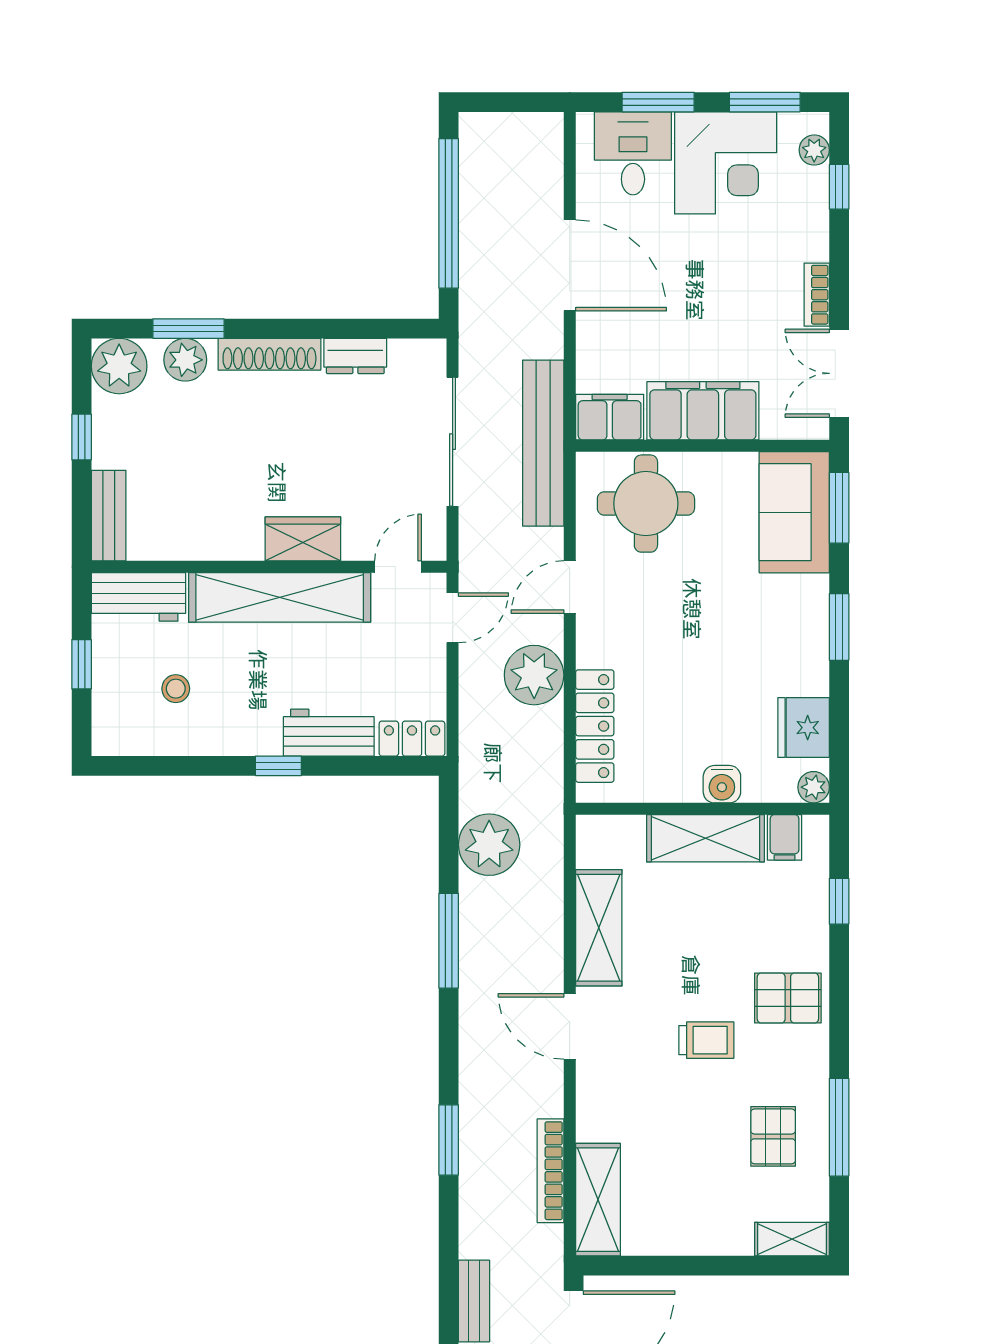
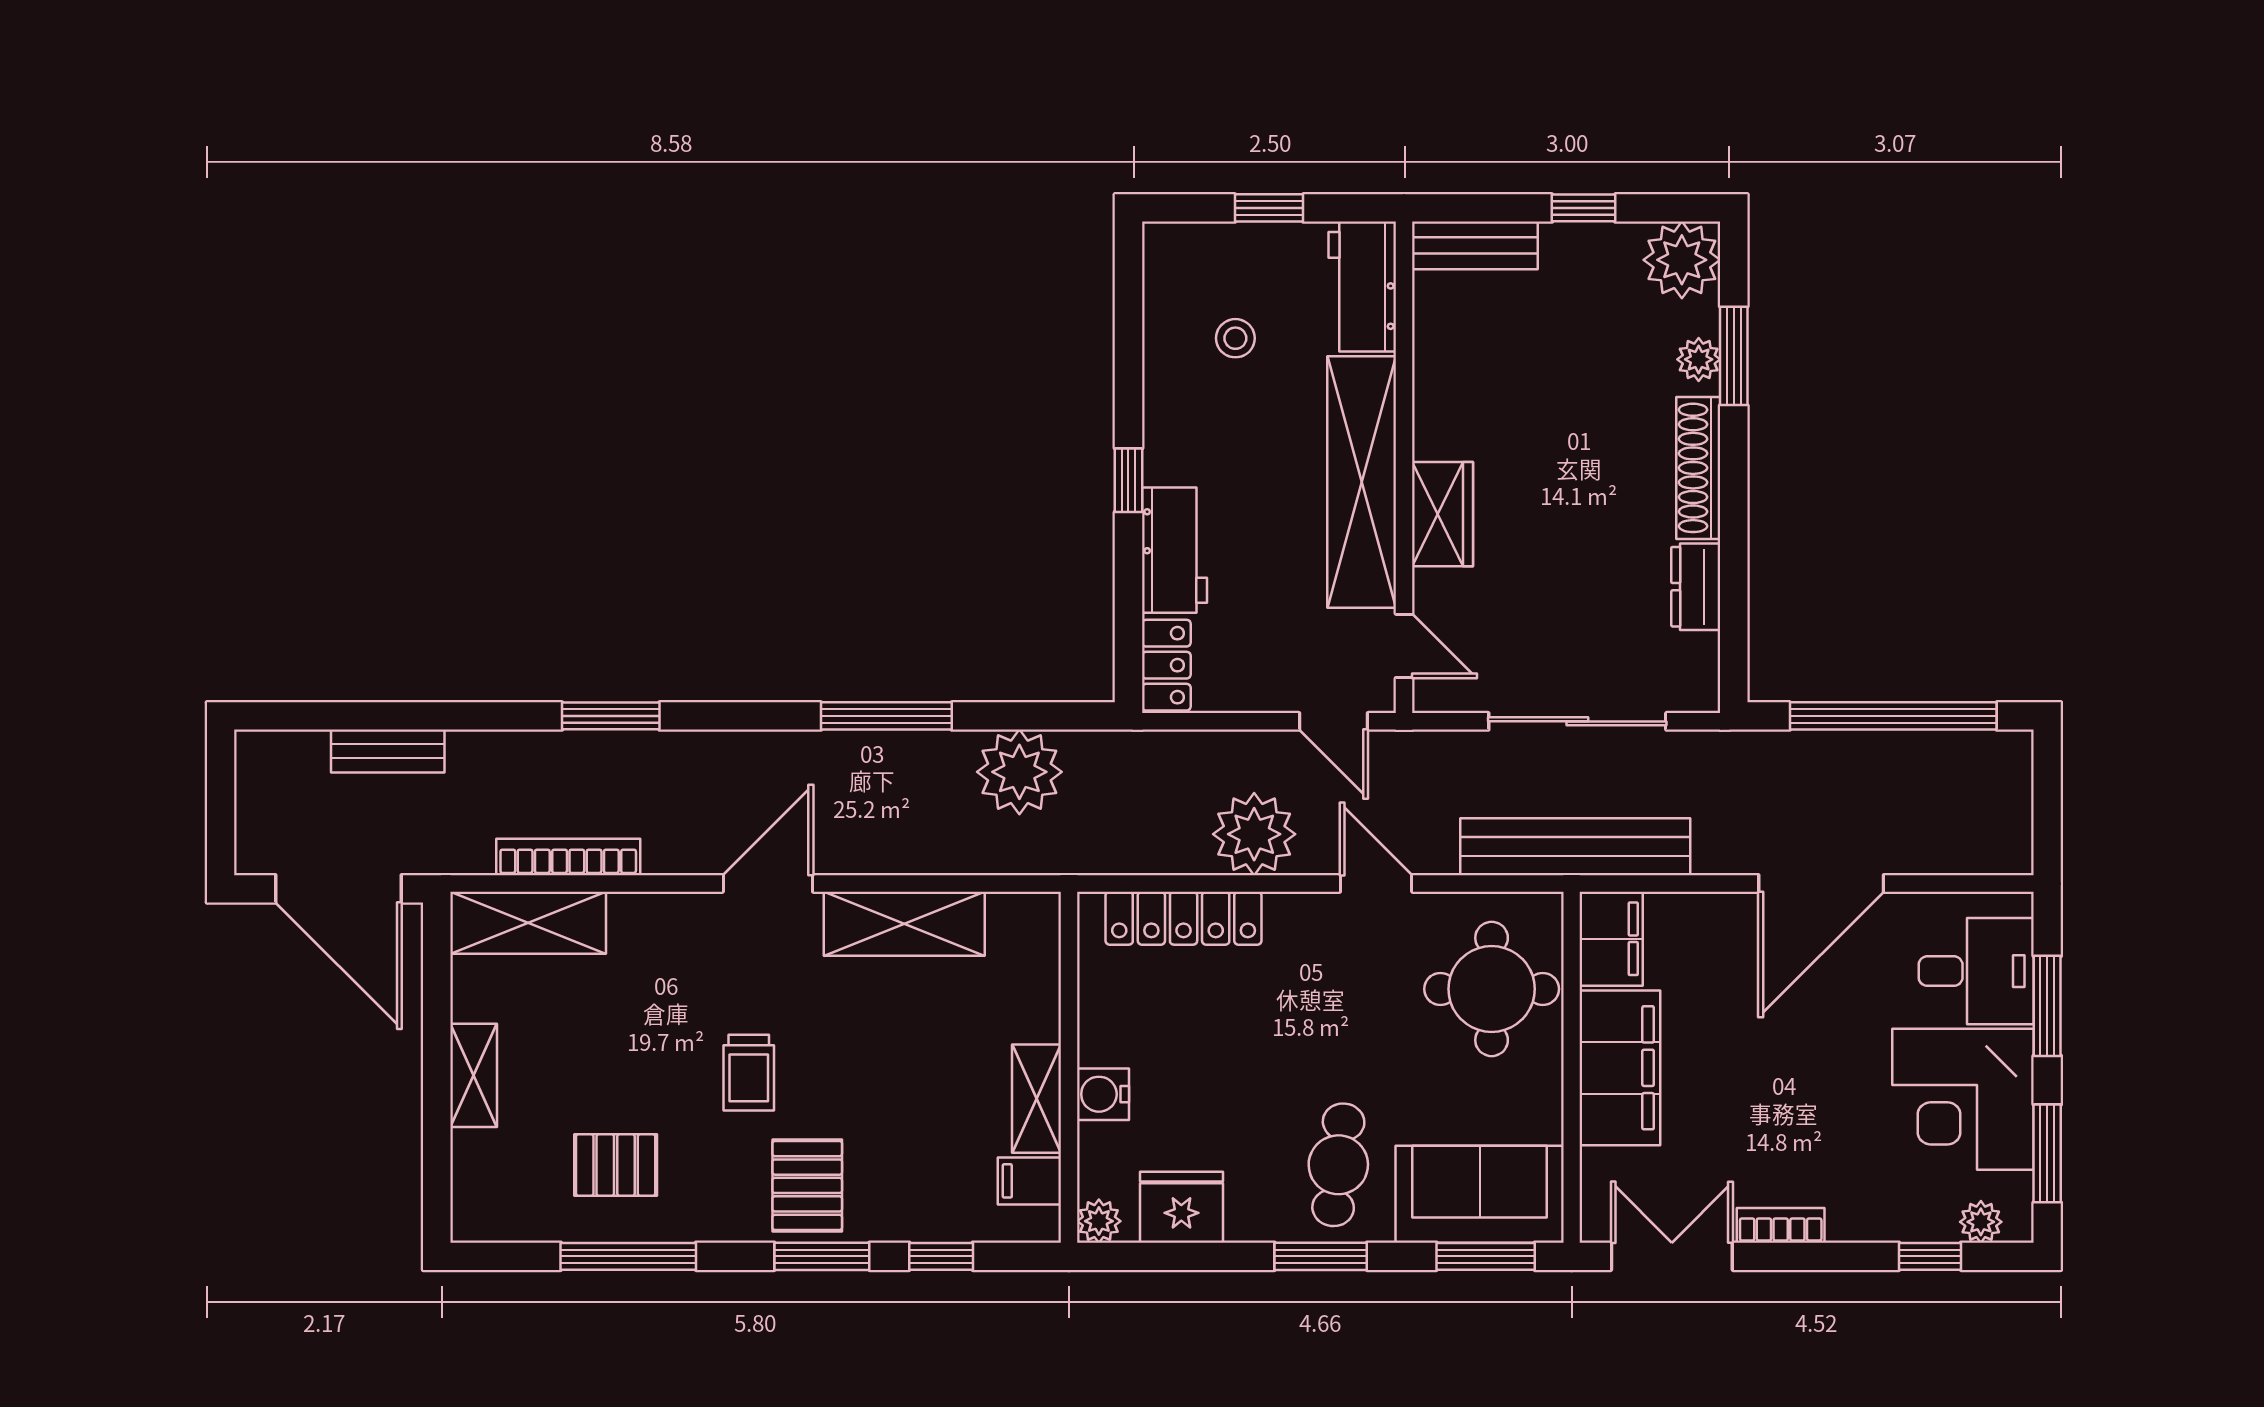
plant: (185, 360) -> (1699, 359), width x0.73, depth x0.73
cafe table: (773, 614) -> (1338, 1165), added
shelving: (705, 838) -> (1036, 1099), width x0.67, depth x0.75
window: (839, 987) -> (822, 1256), added
shelving: (792, 1239) -> (474, 1075), moved

